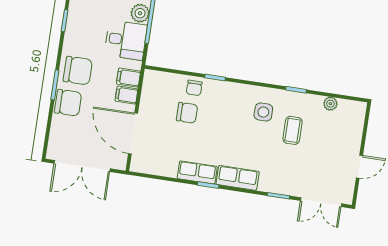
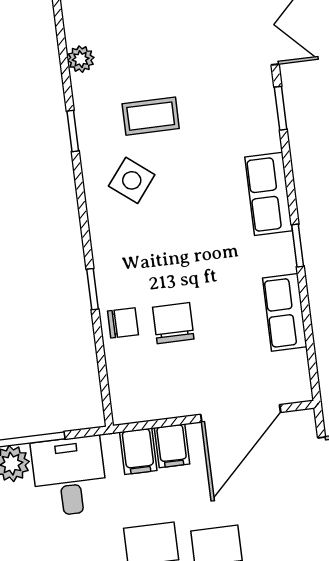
side table: (263, 112) -> (132, 180), turned 38
row of seats: (197, 172) -> (285, 312), moved

